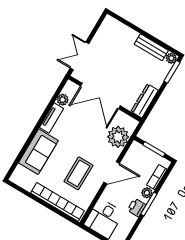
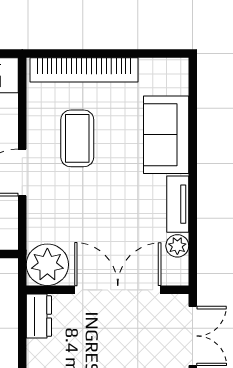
dresser: (145, 101) -> (39, 316), width x0.70
plant: (118, 137) -> (47, 265), moved

